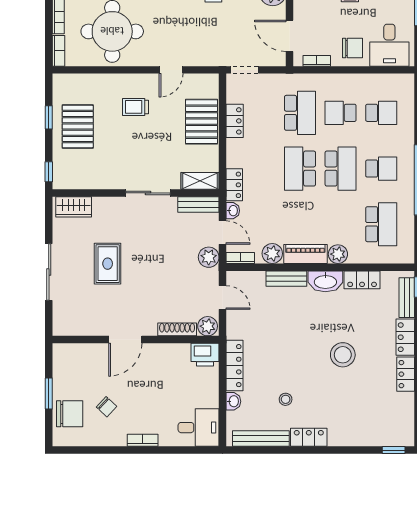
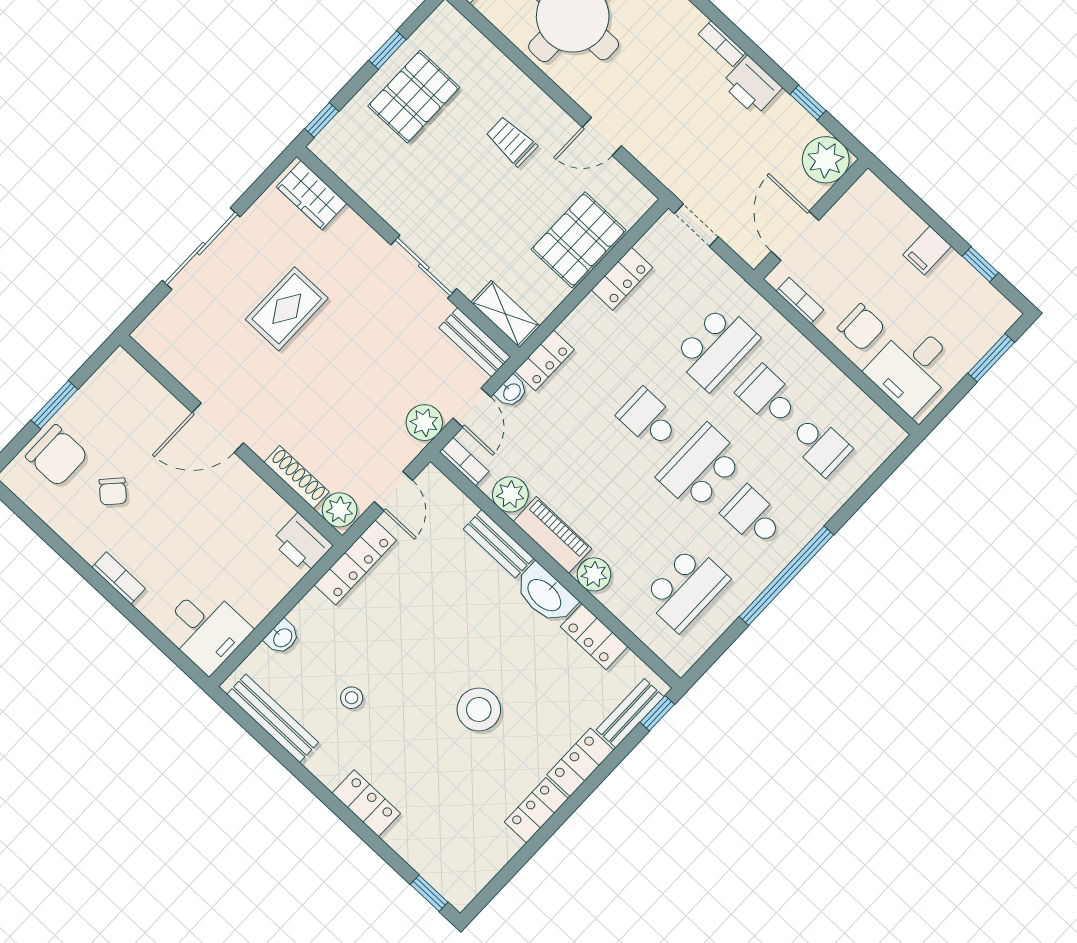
school desk: (300, 169) -> (649, 419), width x0.54
school desk: (341, 169) -> (701, 468), turned 180
school desk: (381, 169) -> (753, 517), turned 180
locker: (235, 366) -> (355, 562), moved
locker: (309, 437) -> (366, 803), moved

